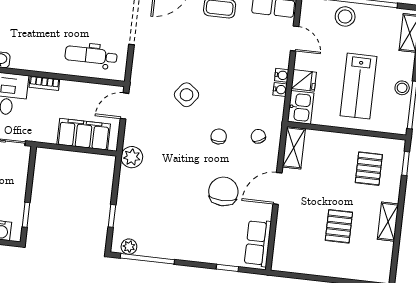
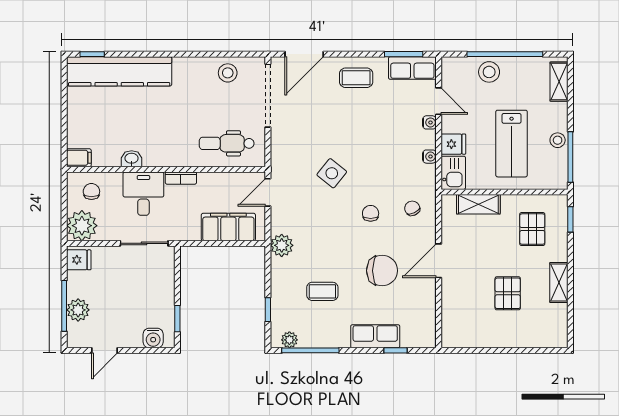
water cooler: (282, 75) -> (429, 122), moved
shelving: (294, 148) -> (478, 204), moved, turned 90
chair: (223, 191) -> (382, 271), turned 90
coffee table: (165, 205) -> (322, 291), added
row of seats: (258, 243) -> (375, 336), moved, turned 90

